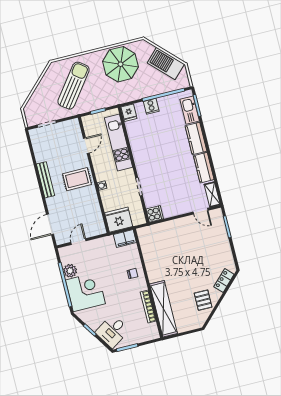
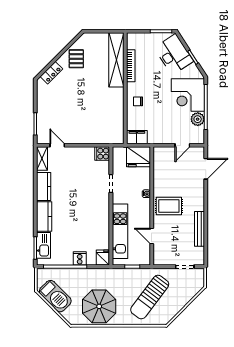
door: (86, 146) -> (152, 236), hinge flipped
bench: (46, 180) -> (199, 229), moved
desk: (112, 331) -> (174, 54), width x1.37

